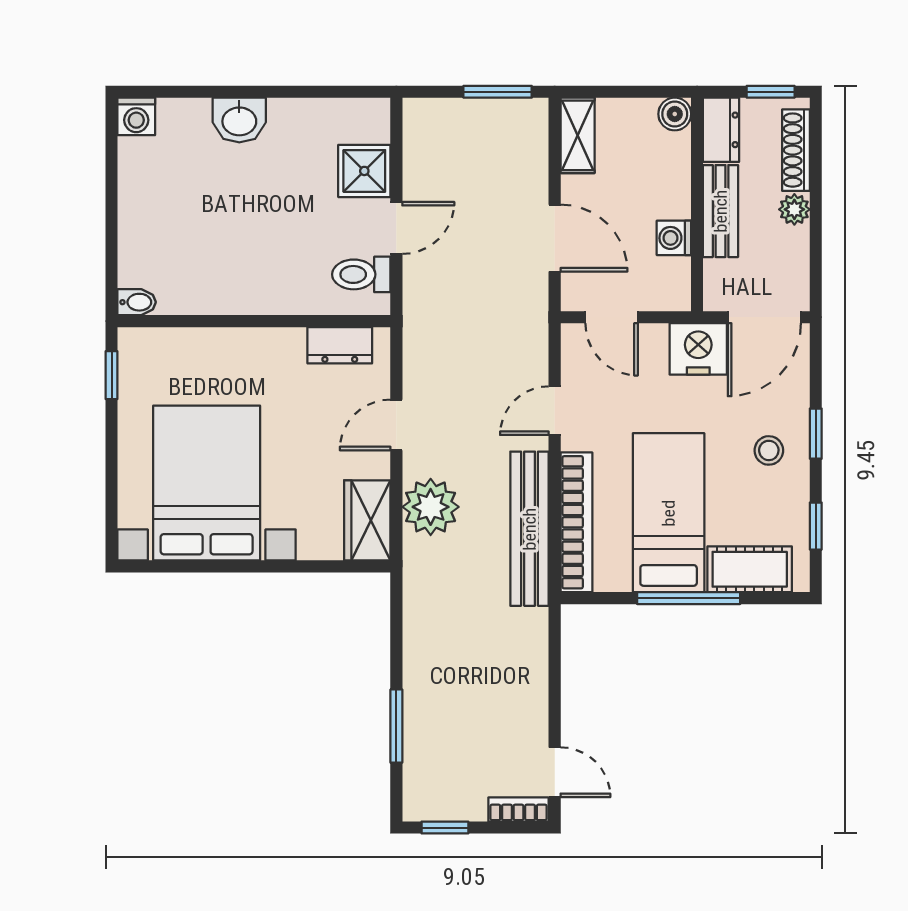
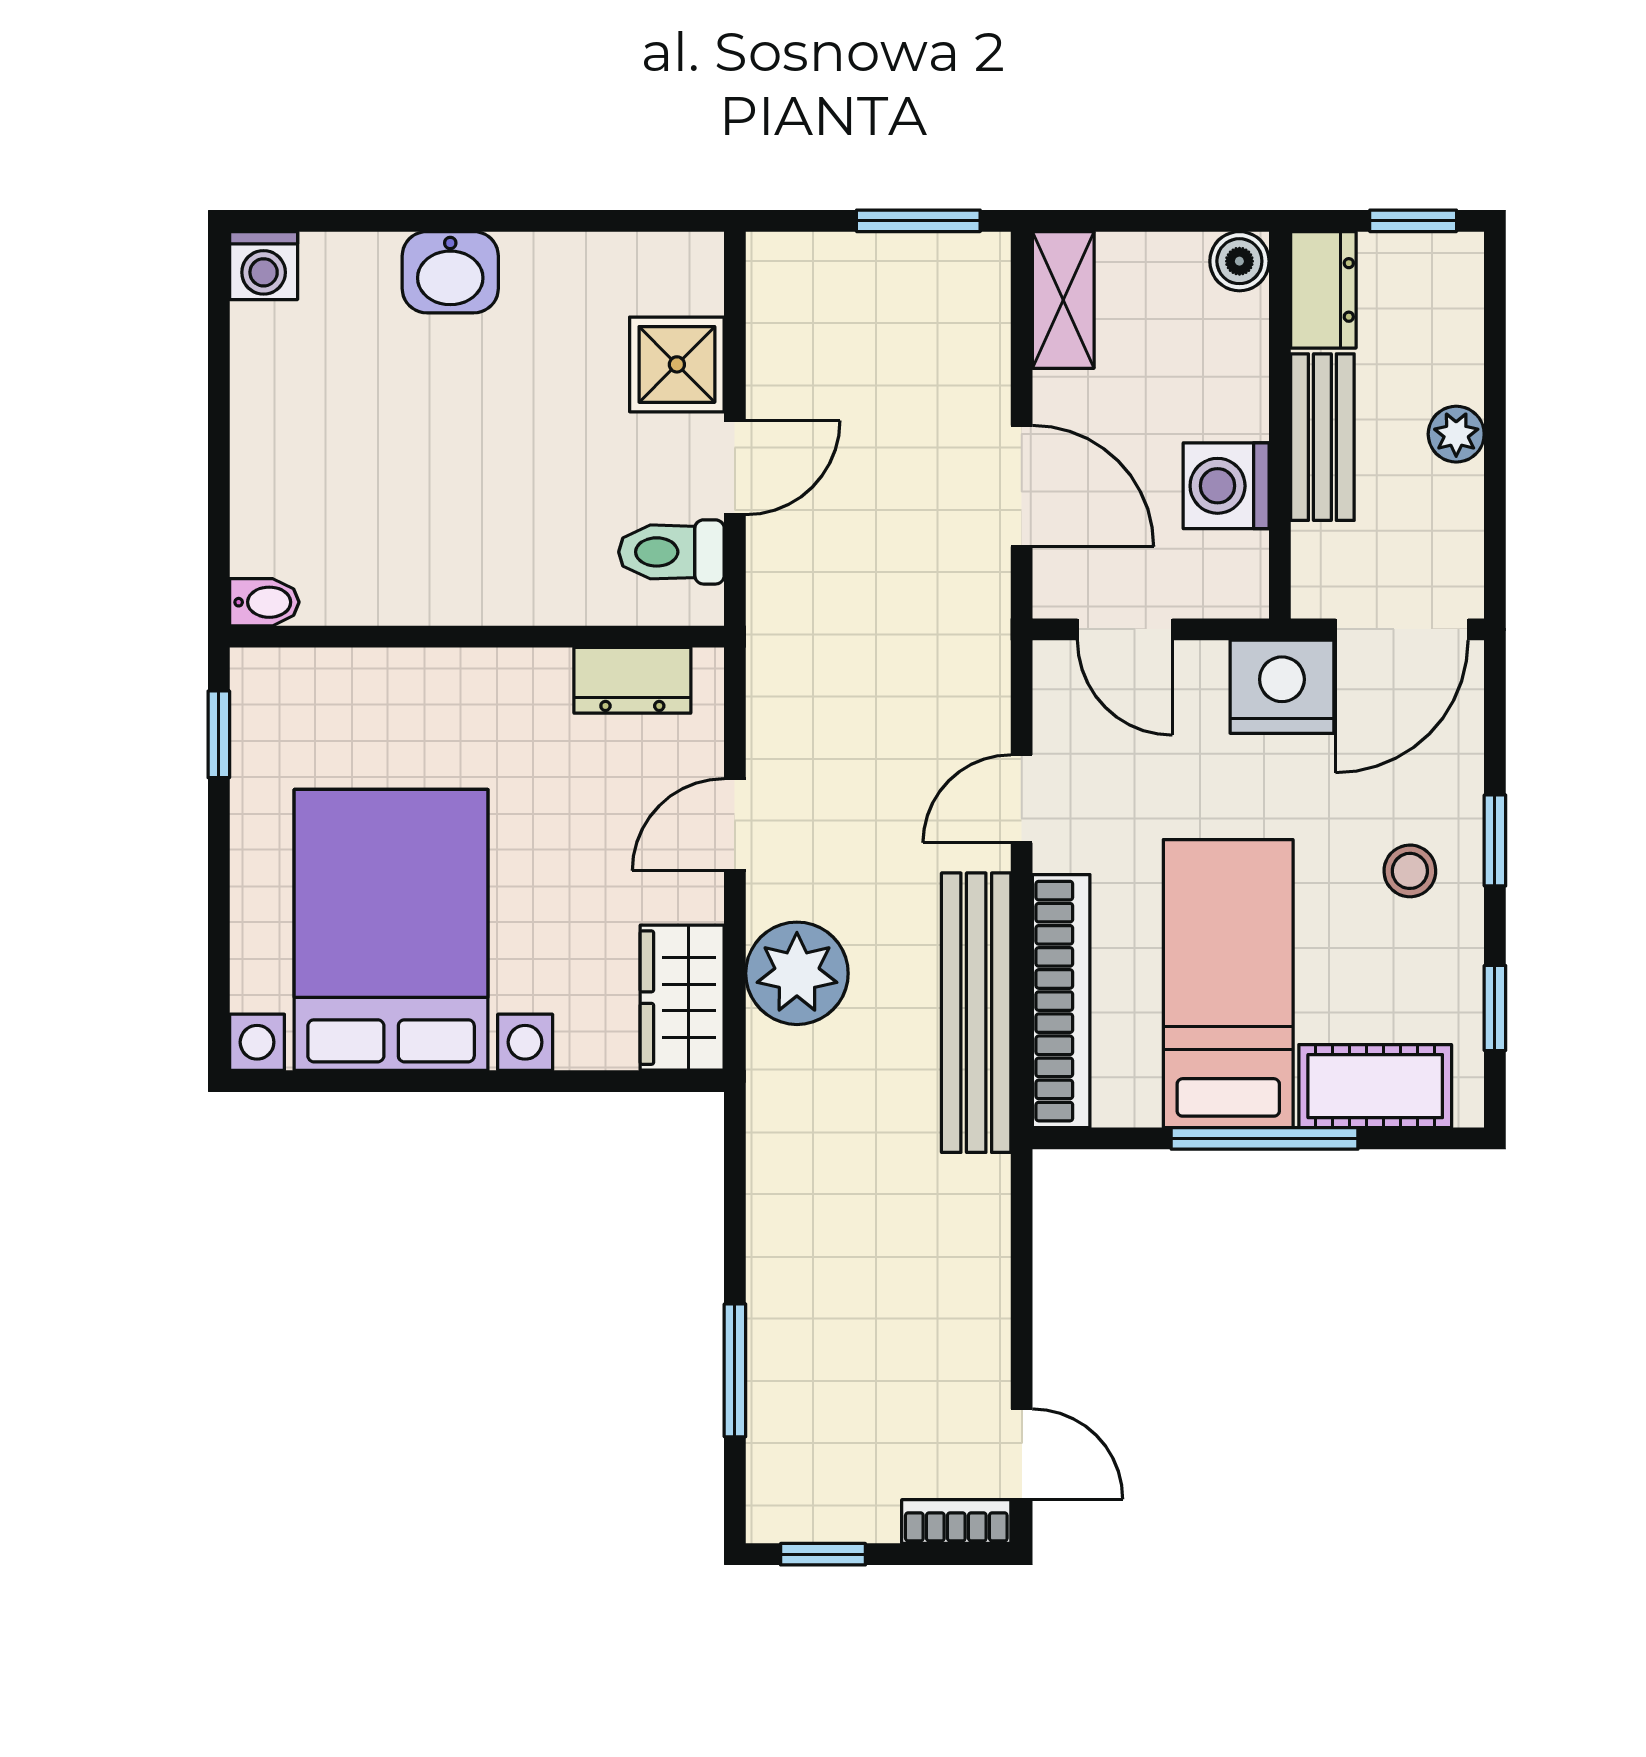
shoe rack: (796, 150) -> (1459, 327), removed
washing machine: (674, 238) -> (1226, 486), width x1.38, depth x1.38

